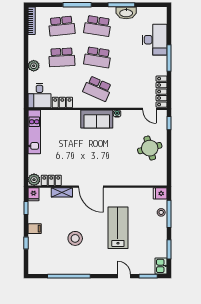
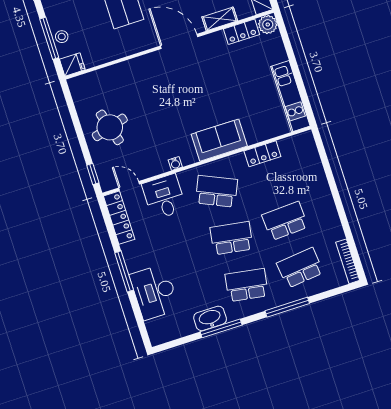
plant: (34, 66) -> (323, 195), removed
desk: (39, 95) -> (164, 197), moved
sofa: (97, 119) -> (219, 140), moved

